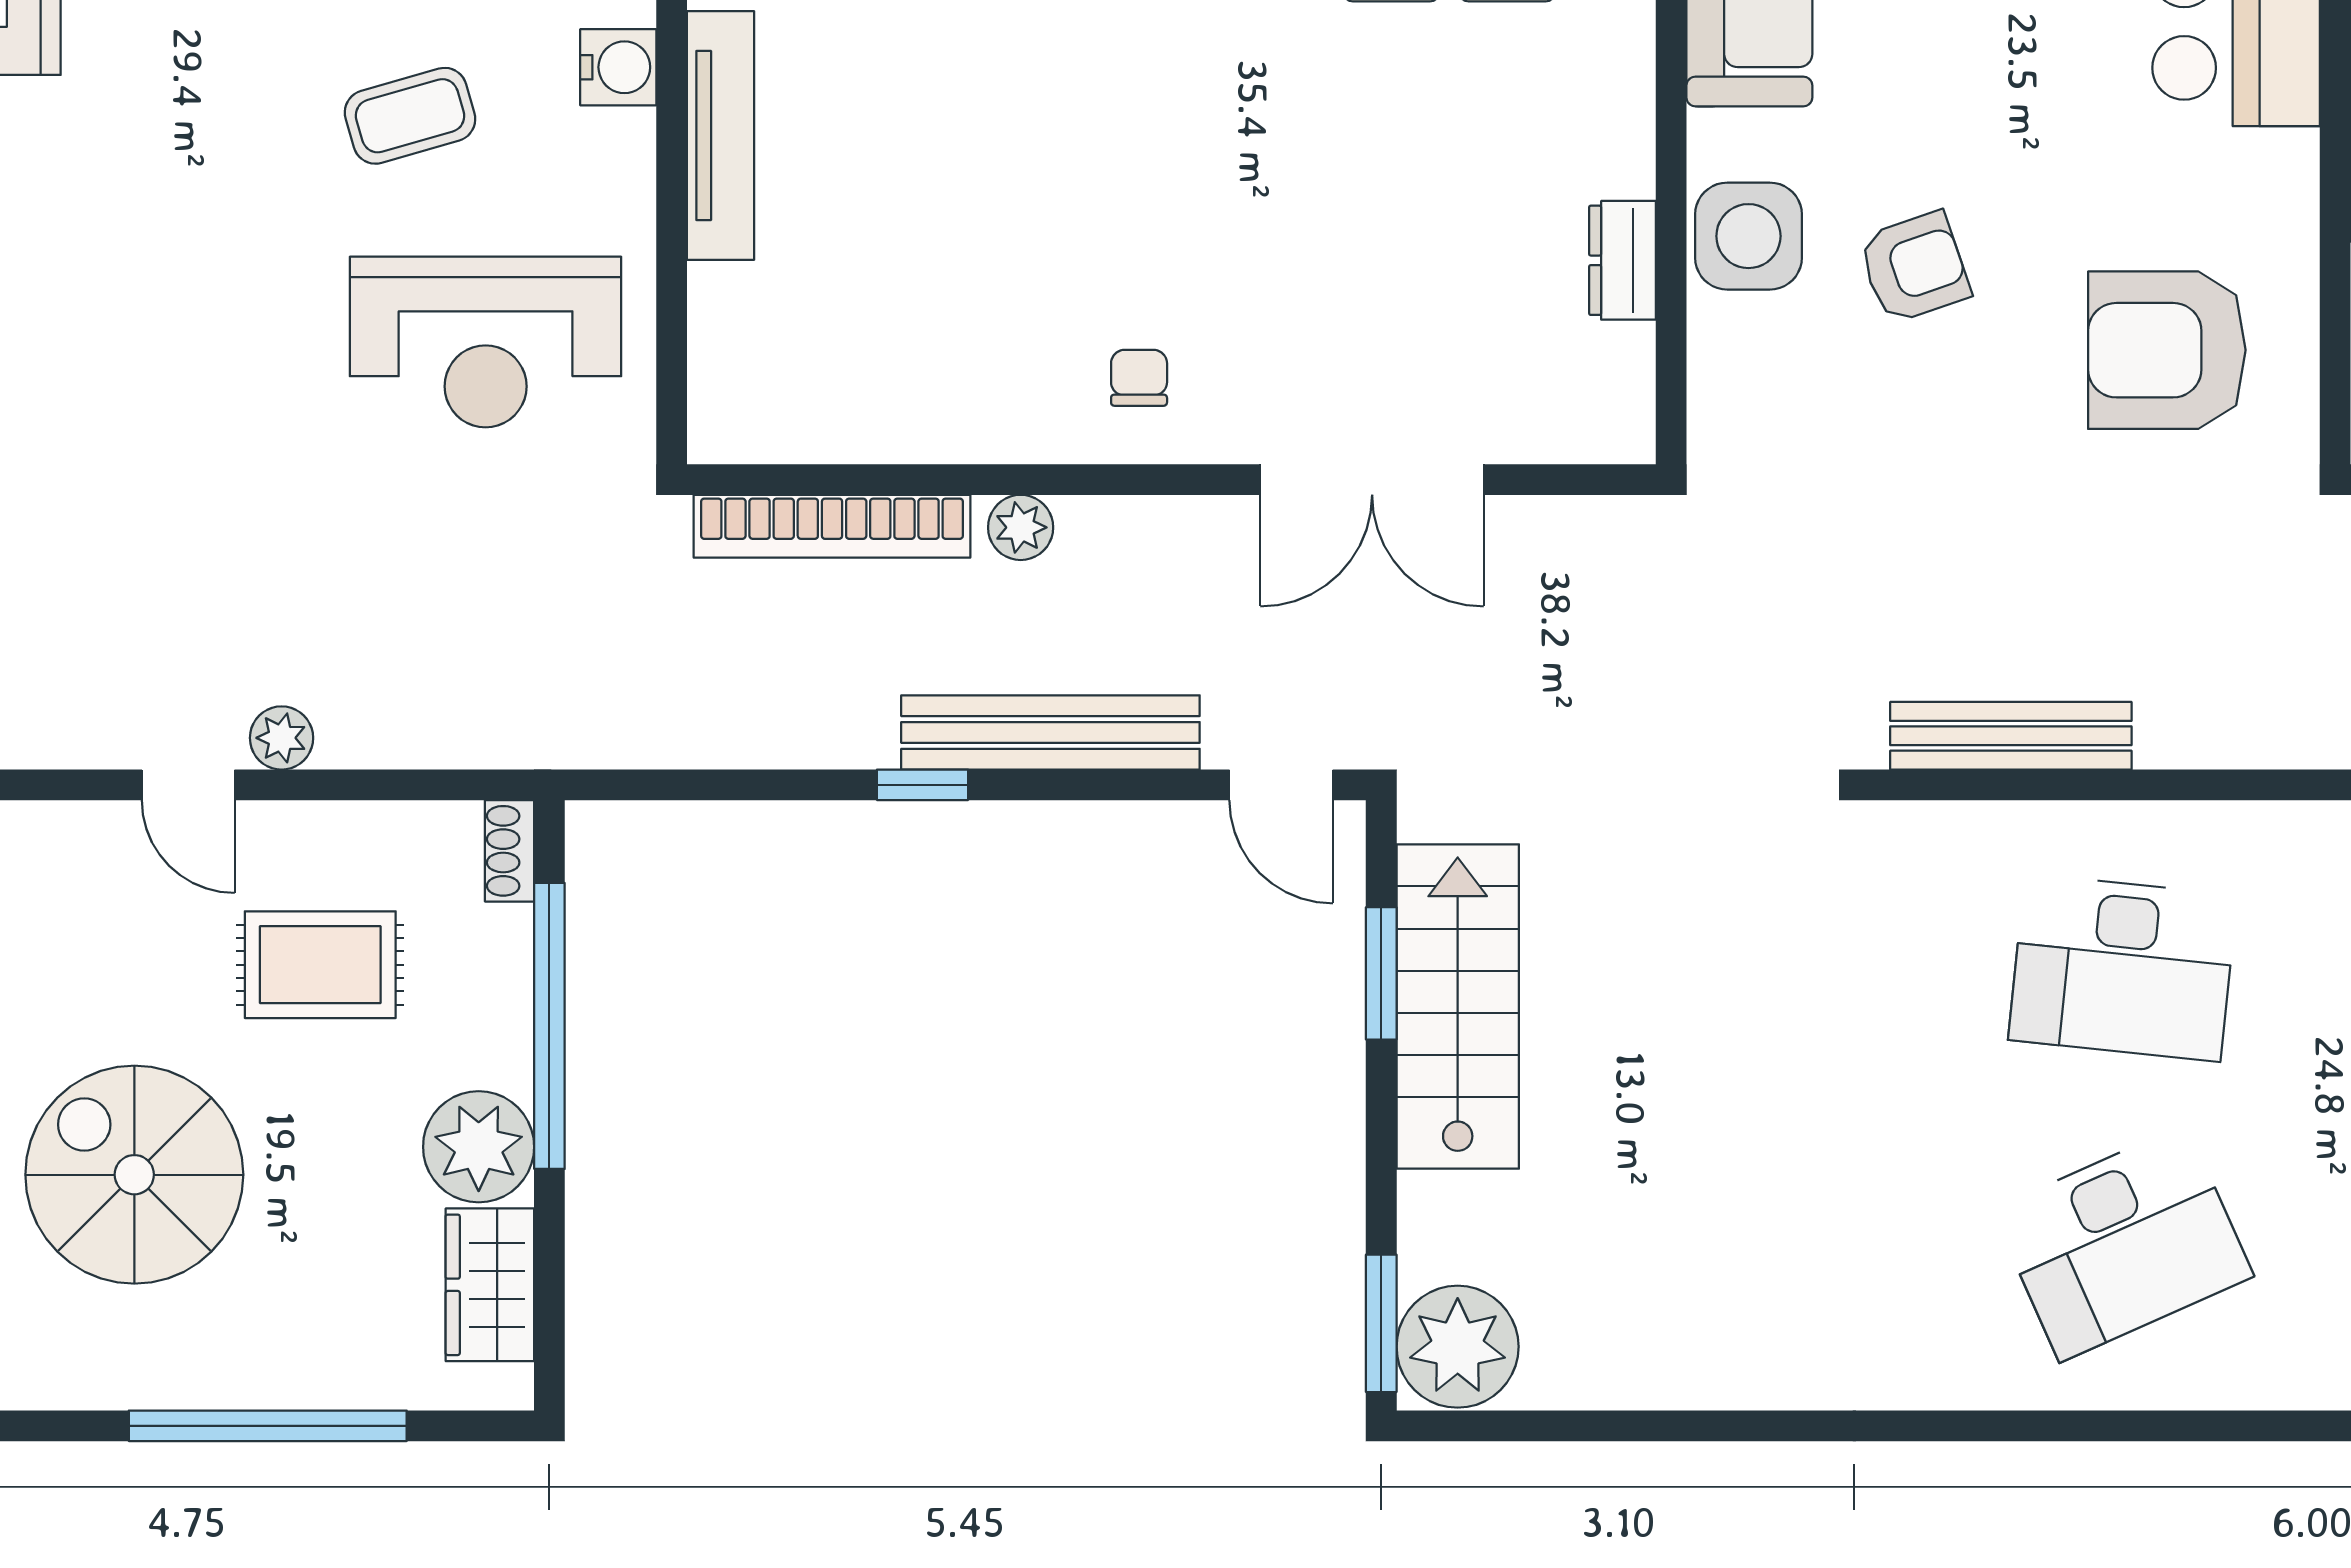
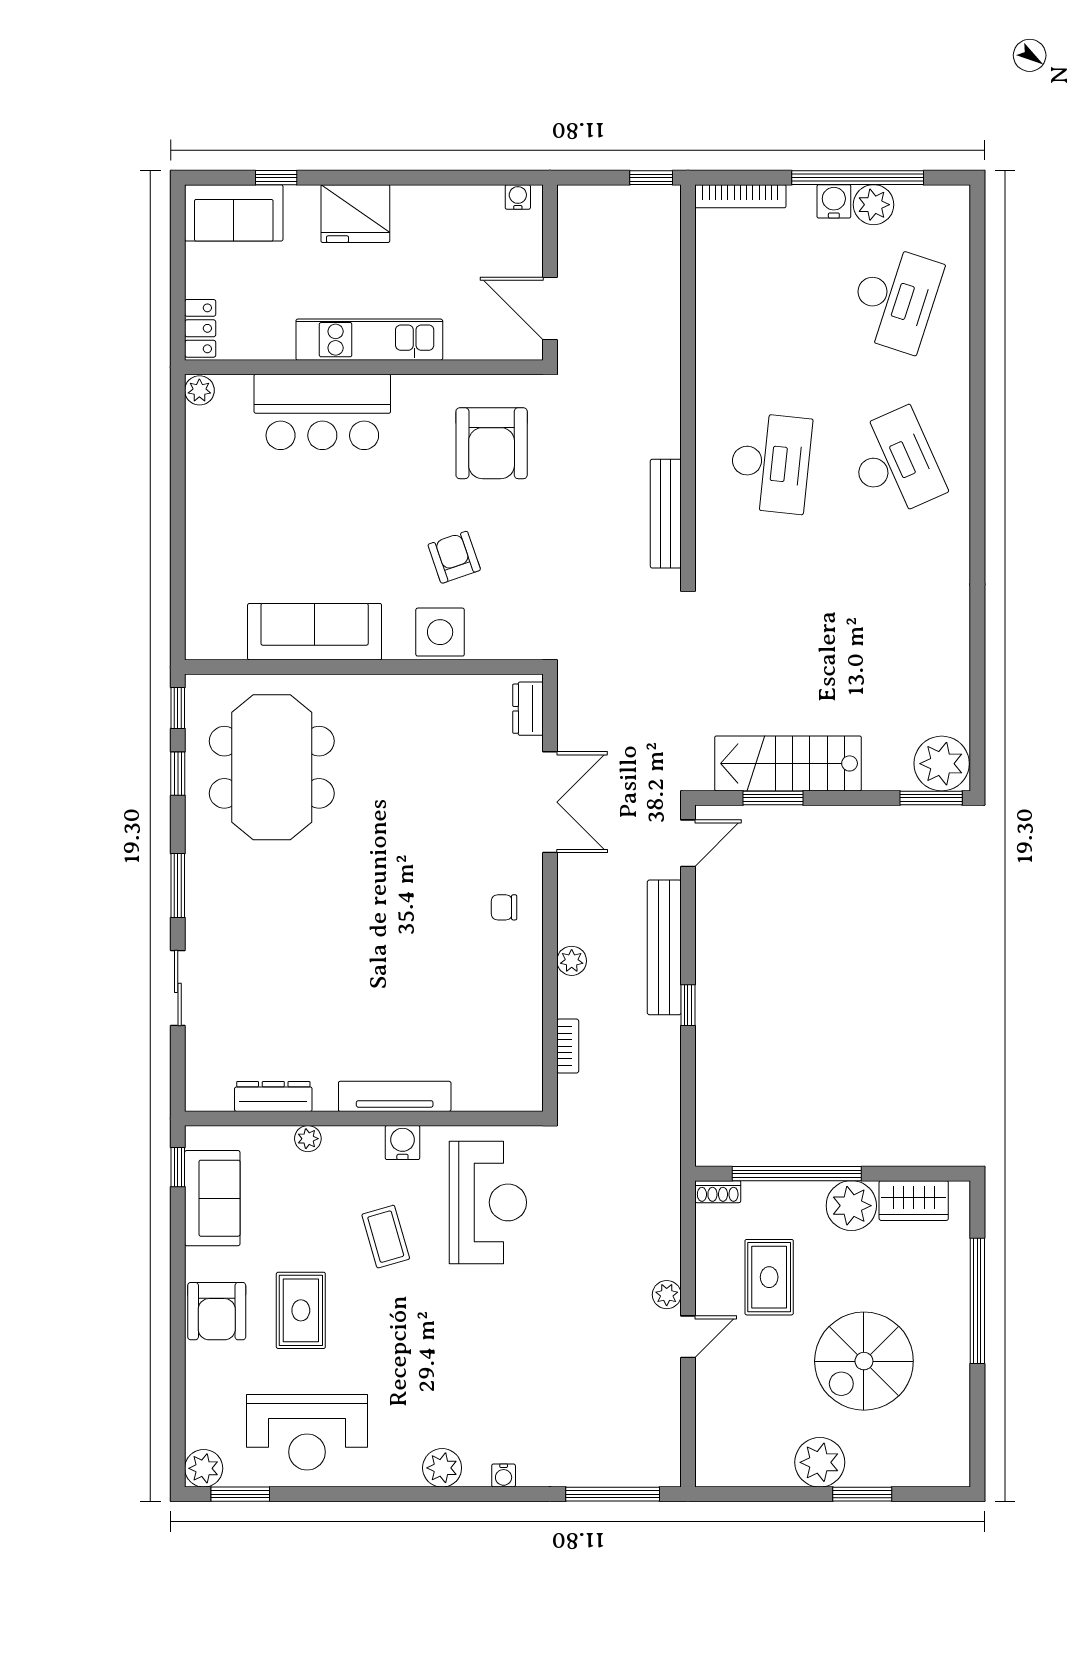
water cooler: (618, 67) -> (402, 1143), moved
dresser: (1623, 260) -> (528, 709), moved, turned 90
bookcase: (832, 526) -> (568, 1046), width x0.43, depth x0.76

